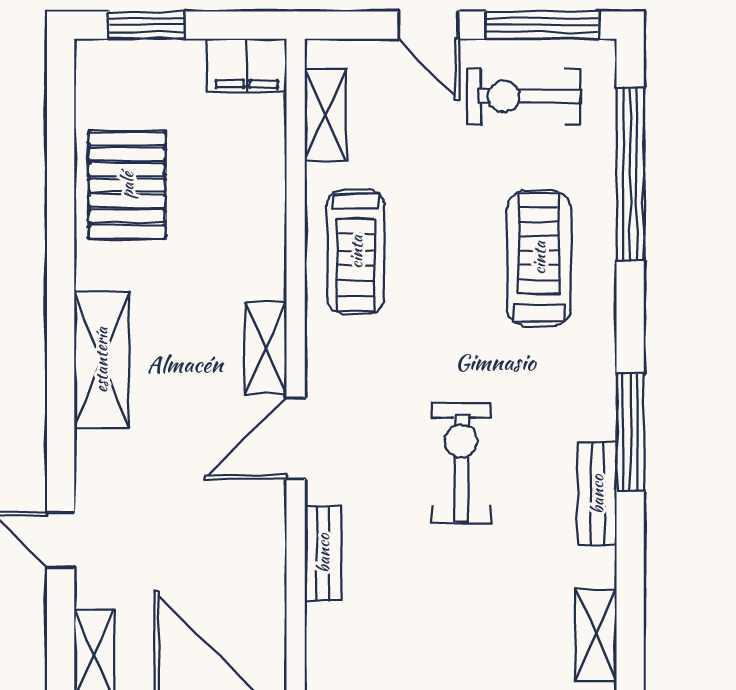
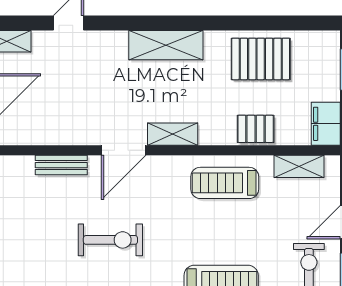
pallet: (256, 195) -> (256, 129), added
door: (296, 438) -> (124, 150), swing flipped

